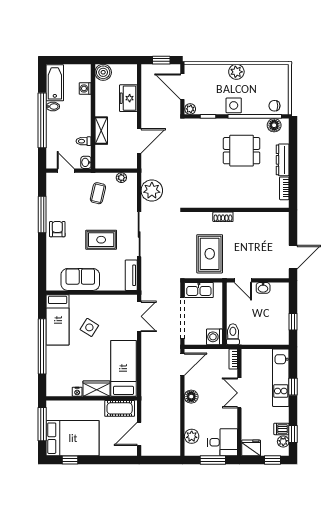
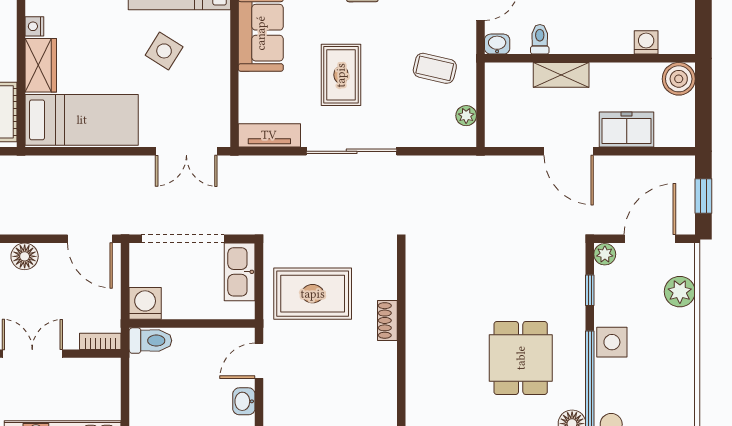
plant: (236, 72) -> (680, 292), moved
door: (139, 141) -> (569, 151), moved
plant: (152, 191) -> (440, 177), removed

